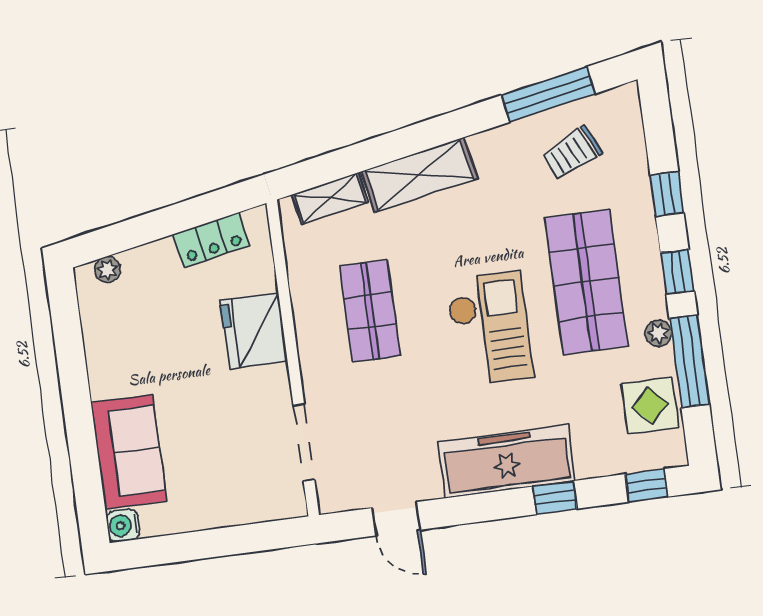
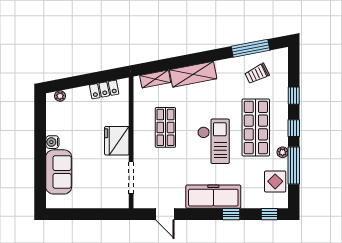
fridge: (254, 331) -> (117, 141), moved
water cooler: (123, 525) -> (52, 142), moved

